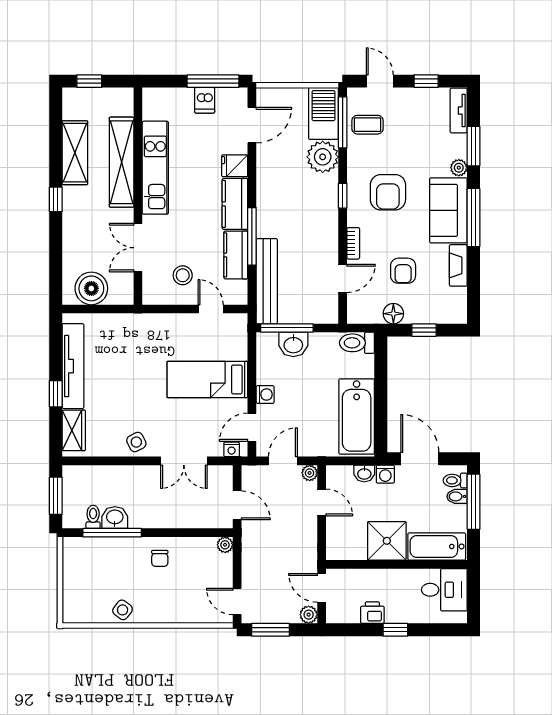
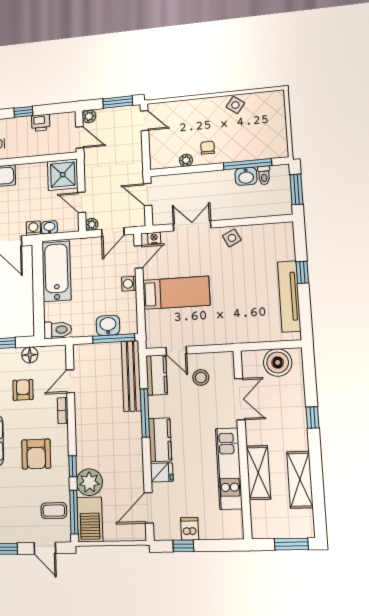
window: (89, 81) -> (291, 544), width x1.50
window: (213, 81) -> (183, 546), width x0.46
shelving: (122, 162) -> (258, 473), width x0.68
armchair: (388, 192) -> (36, 454), turned 180
window: (343, 196) -> (73, 466), moved
window: (56, 199) -> (312, 418), moved
kitchen counter: (236, 255) -> (157, 375), moved
wardrobe: (74, 430) -> (285, 243), removed
shower: (387, 541) -> (63, 175), moved
plant: (225, 545) -> (186, 160), moved

